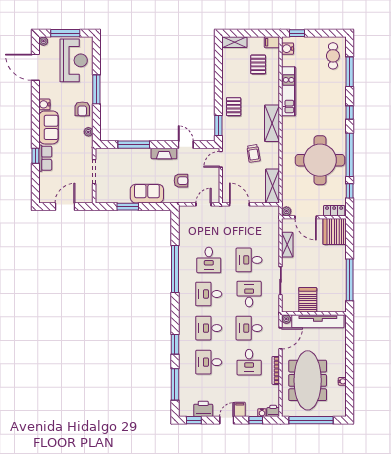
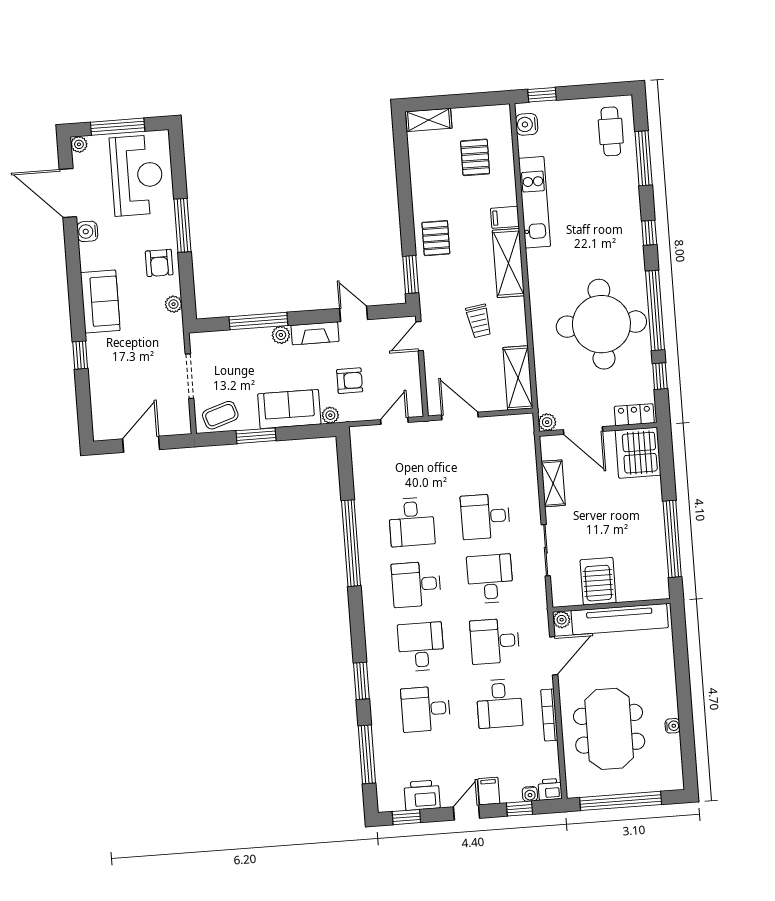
filing cabinet: (272, 42) -> (505, 217), moved
water cooler: (44, 104) -> (87, 231), moved
plant: (145, 153) -> (281, 335), added
row of seats: (45, 158) -> (98, 358), removed
coffee table: (109, 194) -> (220, 415), added
plant: (169, 199) -> (330, 415), added
desk: (209, 328) -> (421, 647), turned 90
meeting table: (308, 380) -> (609, 729), width x0.73

